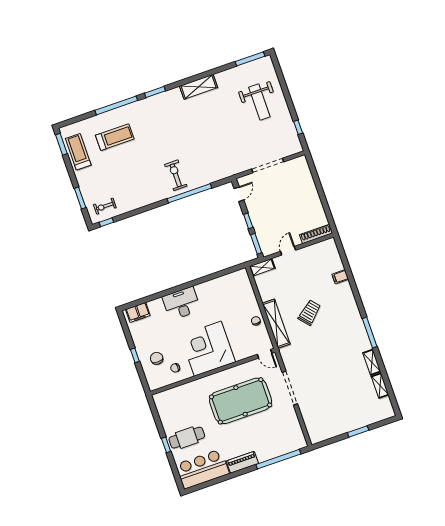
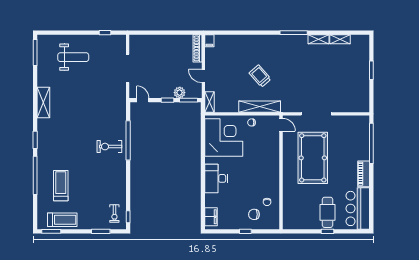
treadmill: (78, 152) -> (62, 220), turned 180
plant: (261, 231) -> (180, 93), added
filing cabinet: (340, 277) -> (209, 41), moved
corner desk: (208, 349) -> (224, 137), moved, turned 180
door: (265, 354) -> (281, 125), hinge flipped

